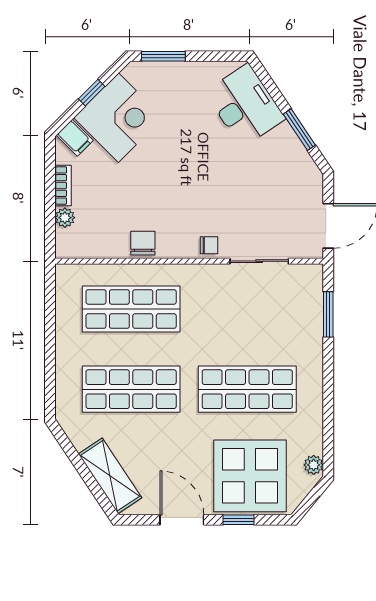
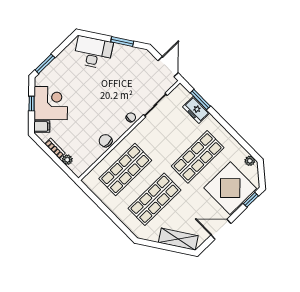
freezer: (309, 323) -> (196, 110), added
window: (238, 520) -> (251, 200), moved

